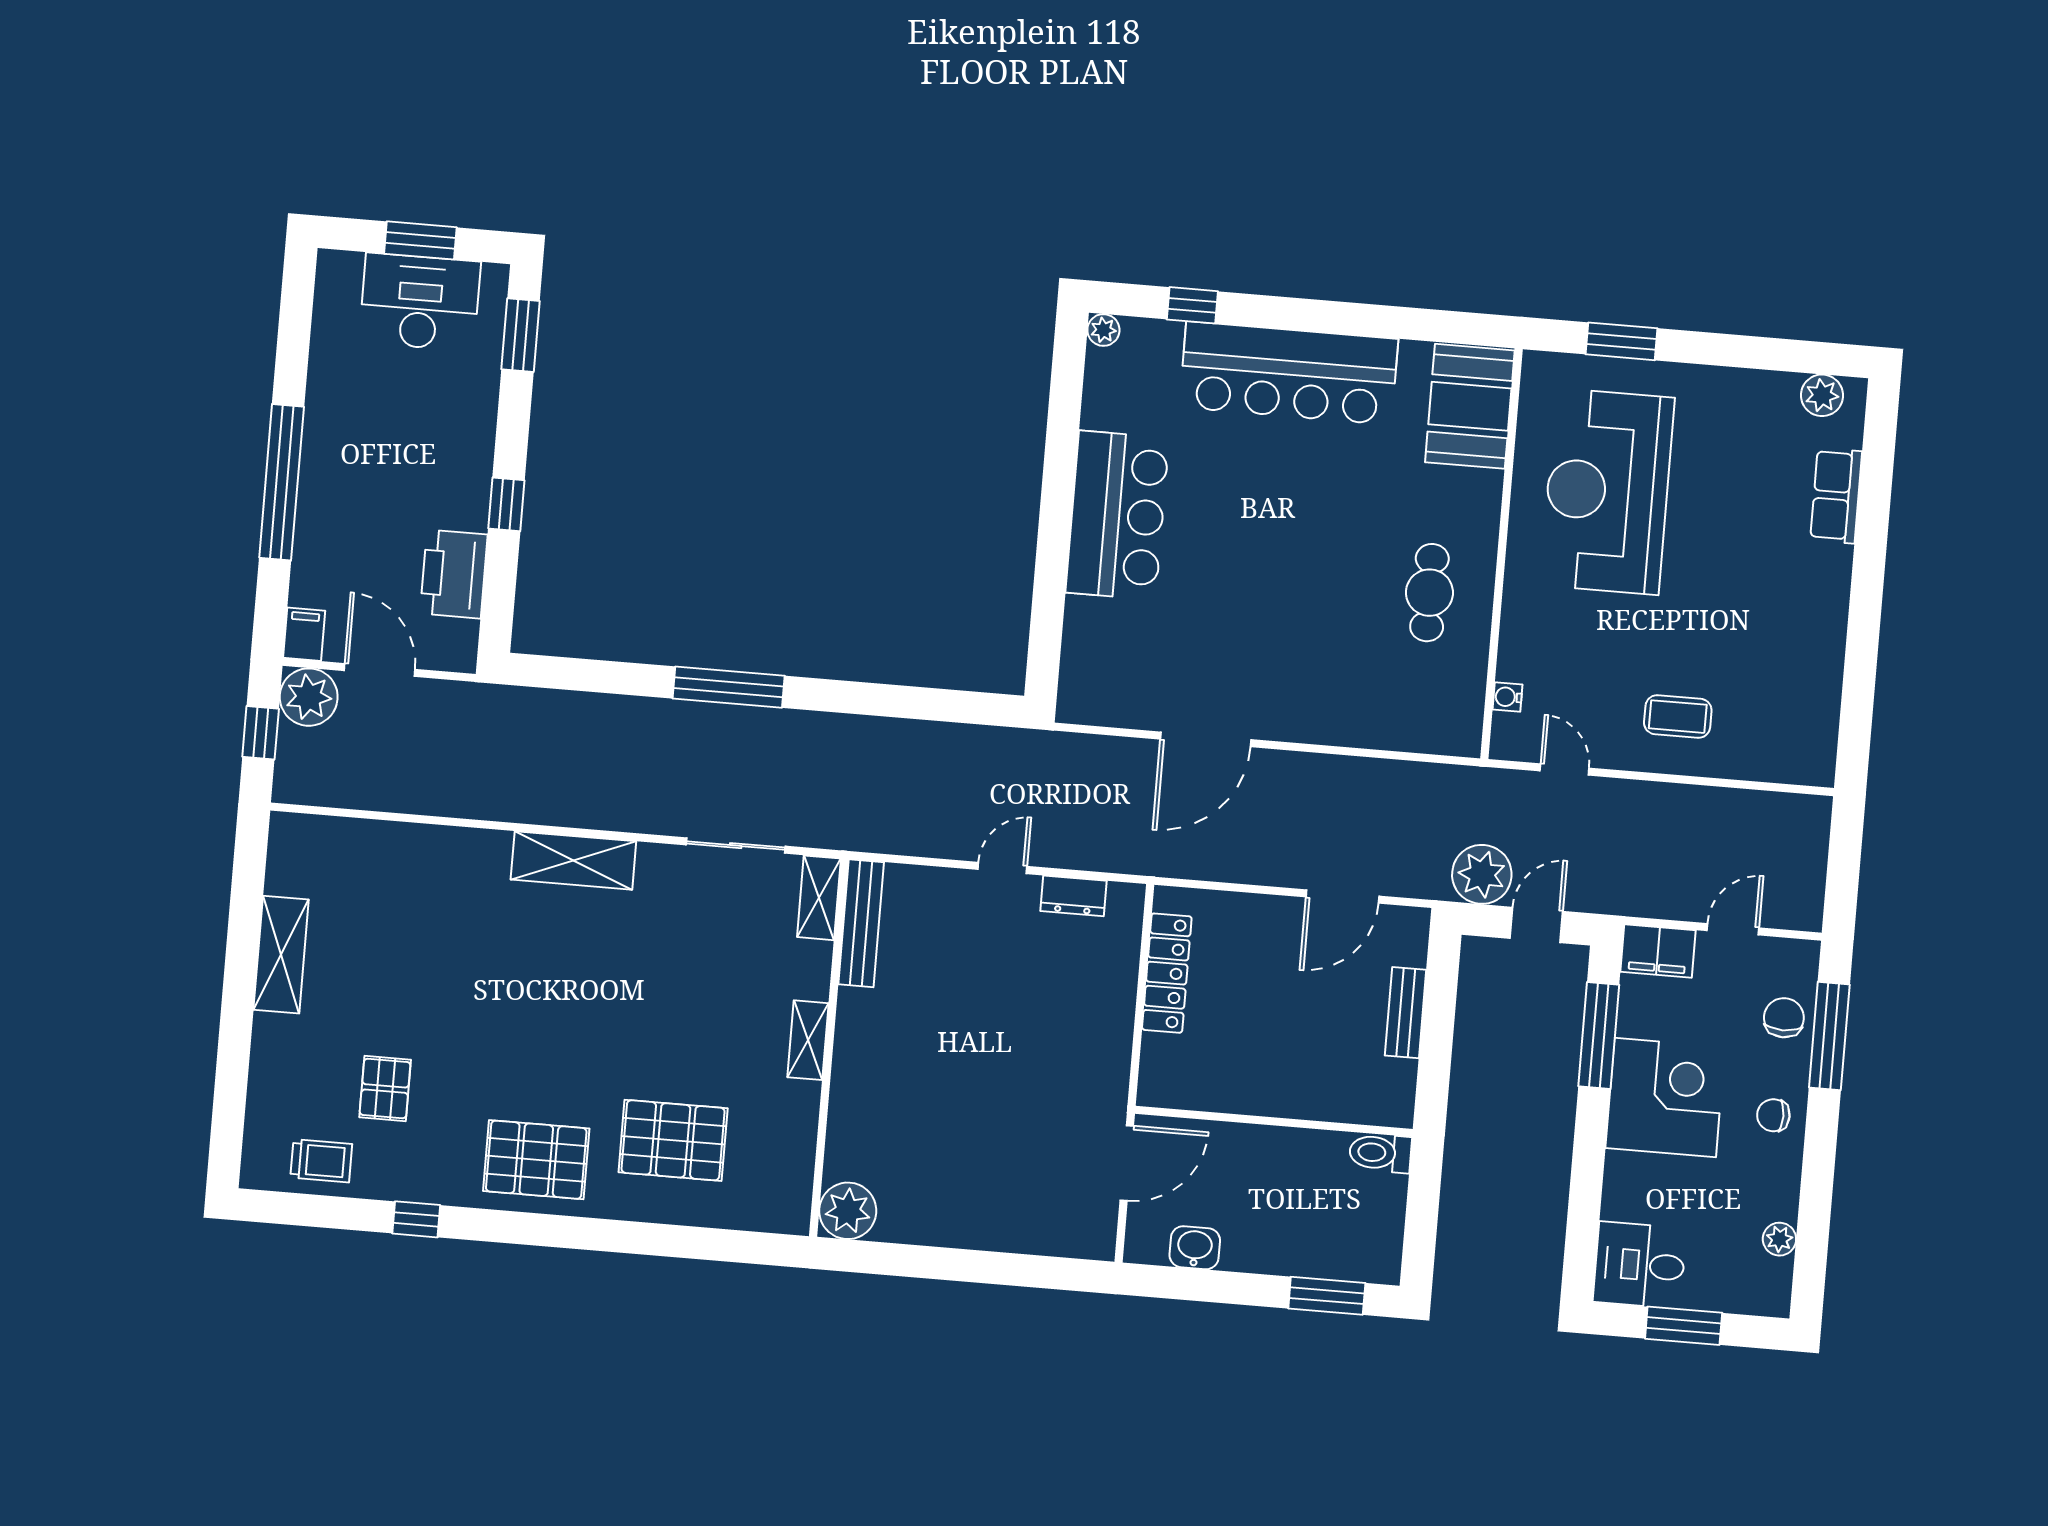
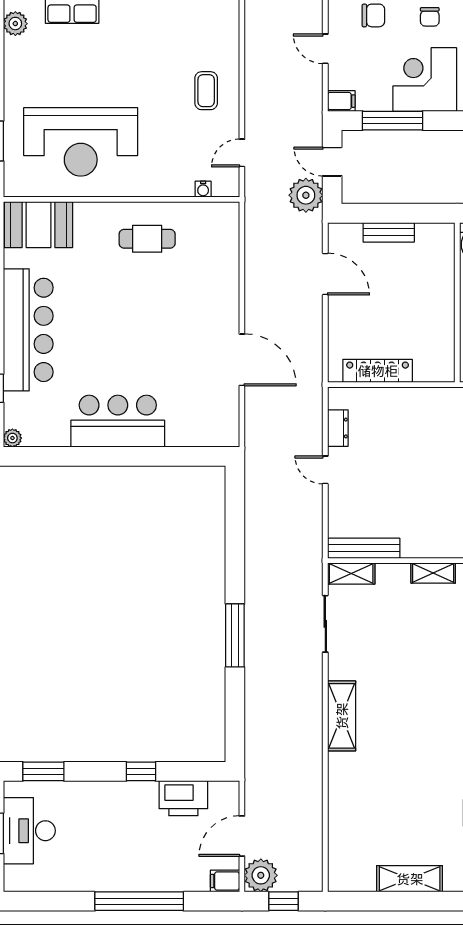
filing cabinet: (1658, 951) -> (341, 101), width x0.50
chair: (1784, 1018) -> (373, 15), turned 180

